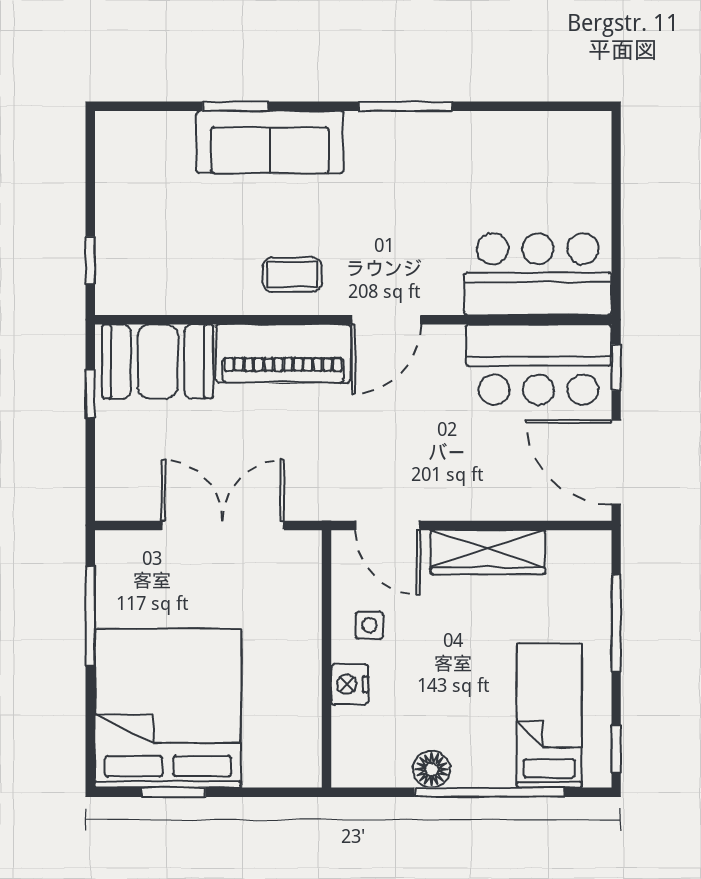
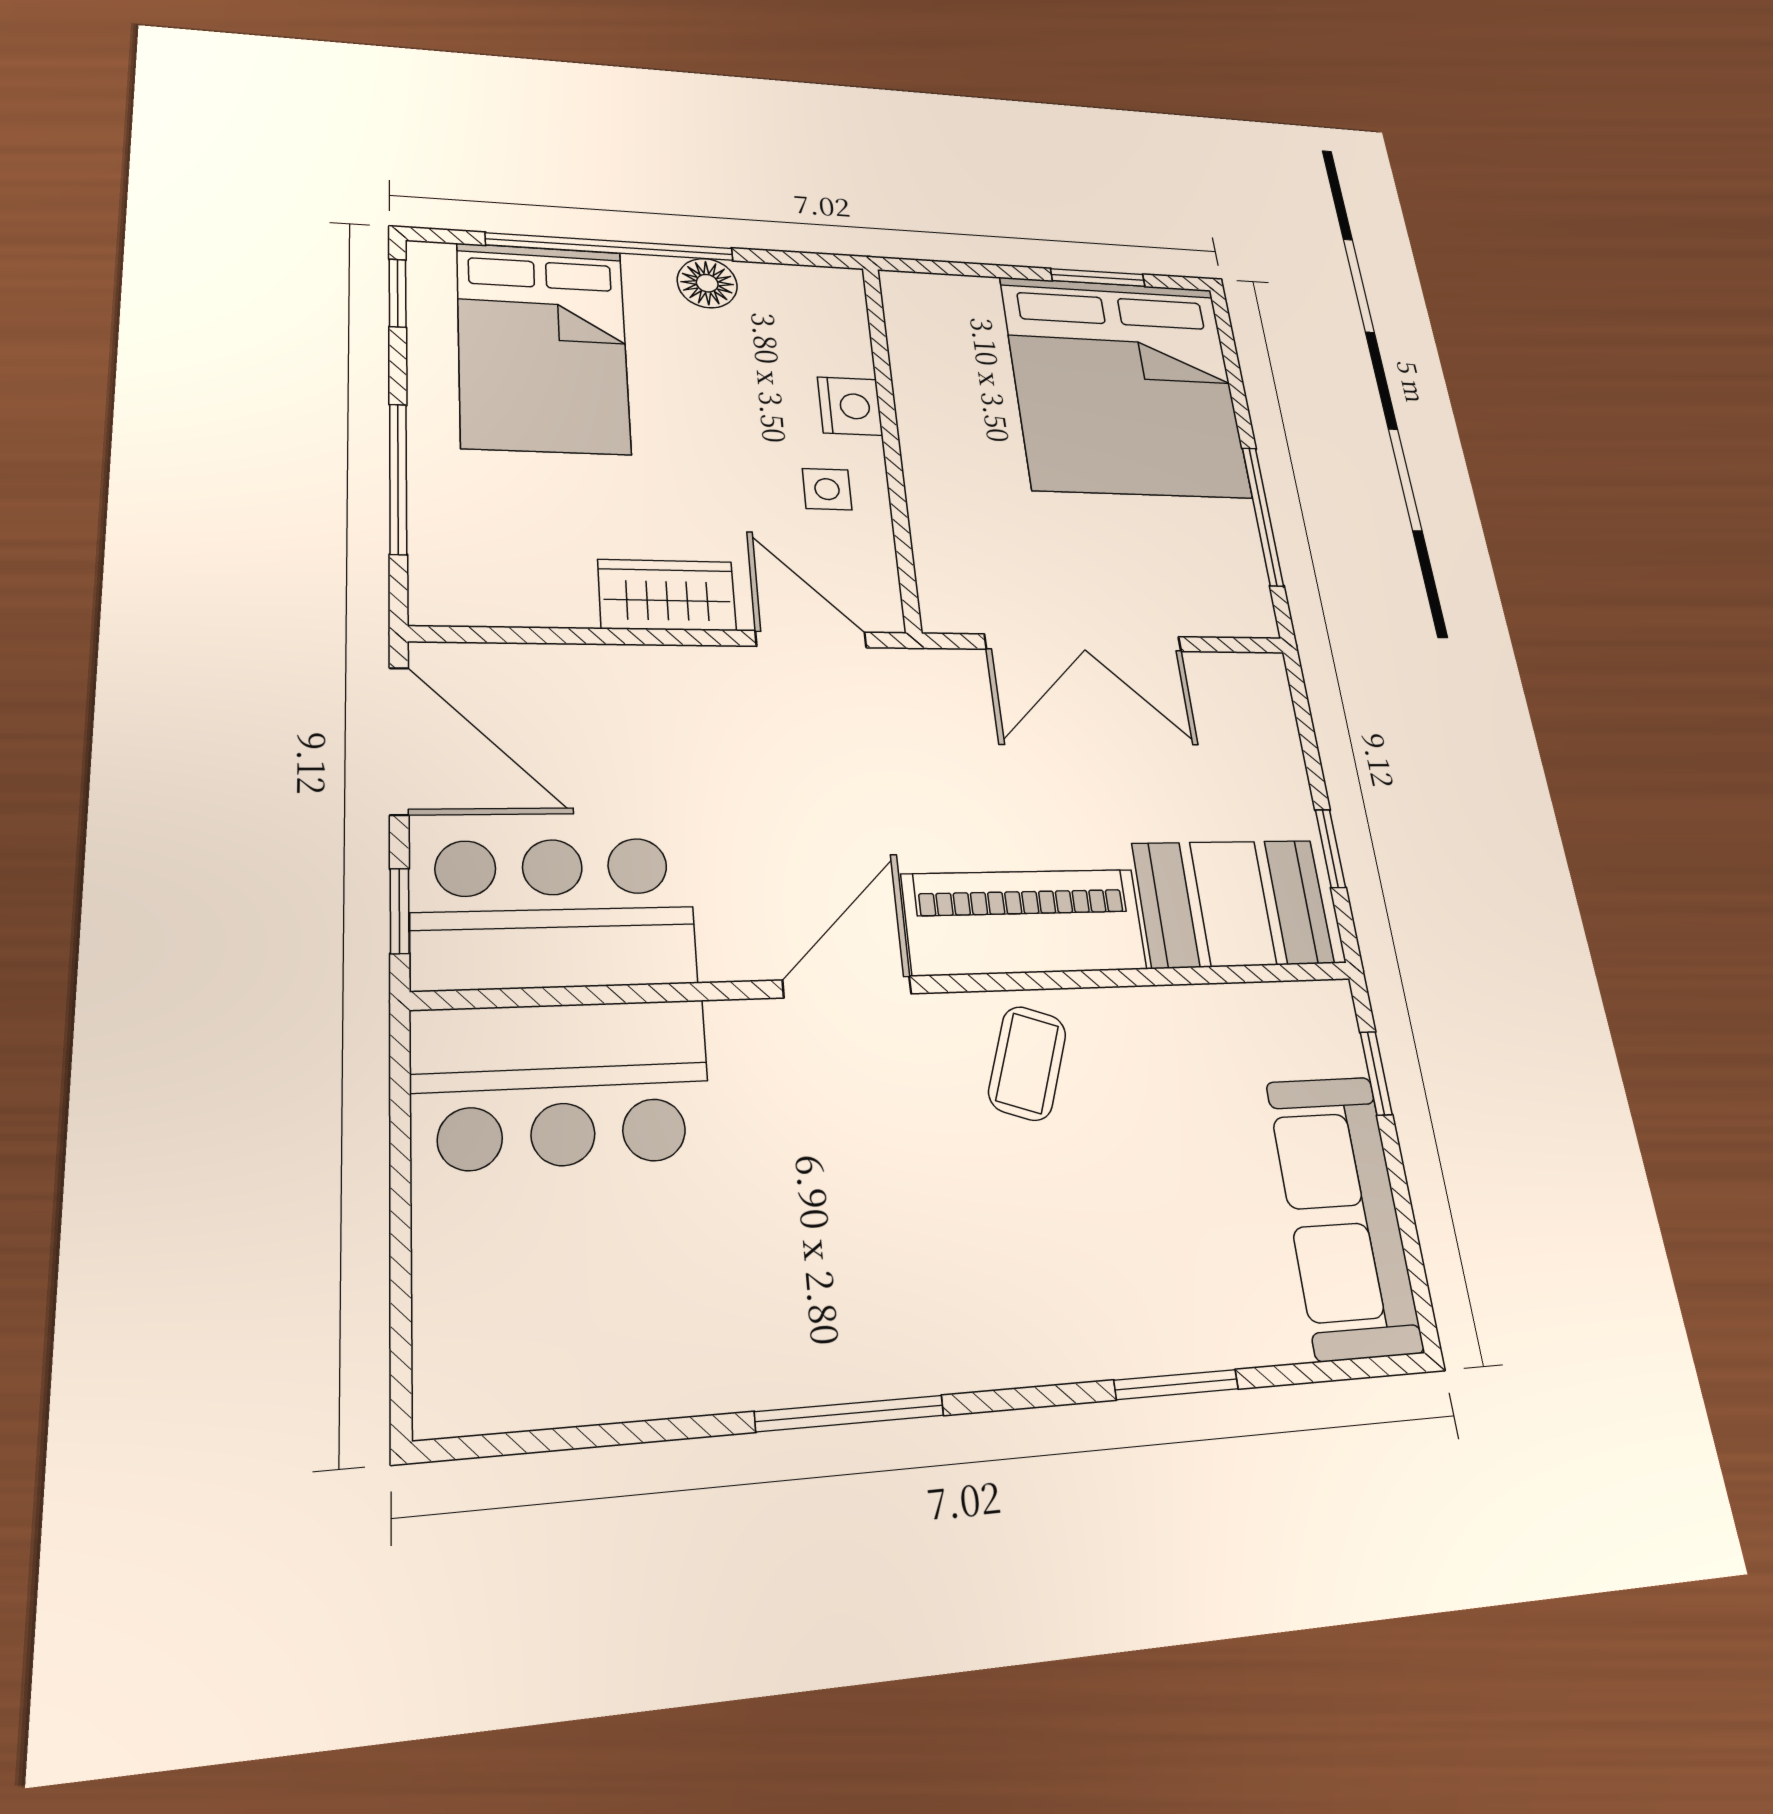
sofa: (270, 142) -> (1344, 1215), moved, turned -90
coffee table: (292, 275) -> (1027, 1063), turned -71
wardrobe: (488, 552) -> (667, 595), width x0.67
bed: (549, 716) -> (543, 348), width x1.50

